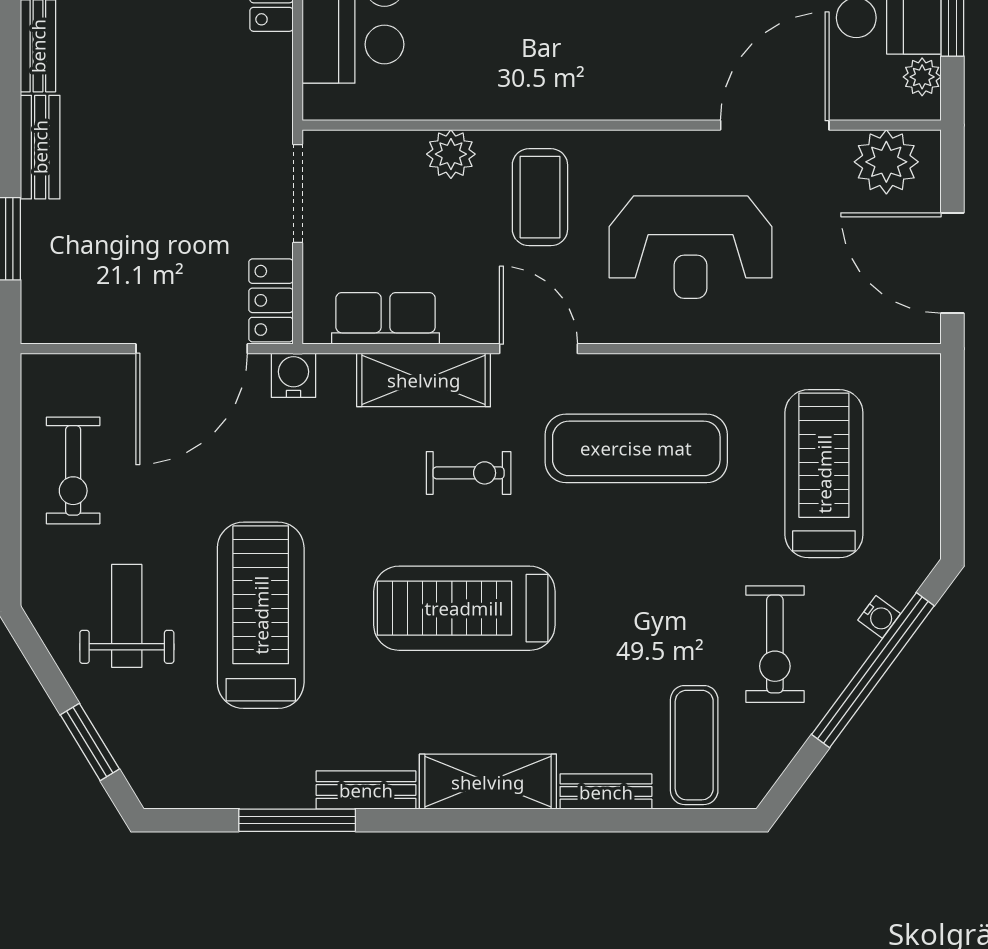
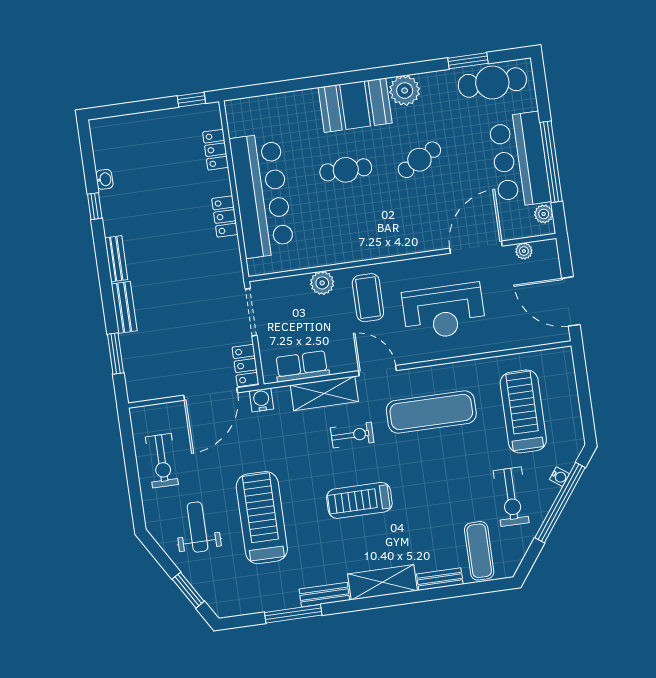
plant: (886, 162) -> (524, 251), width x0.53, depth x0.53
treadmill: (464, 608) -> (359, 500), width x0.73, depth x0.73

